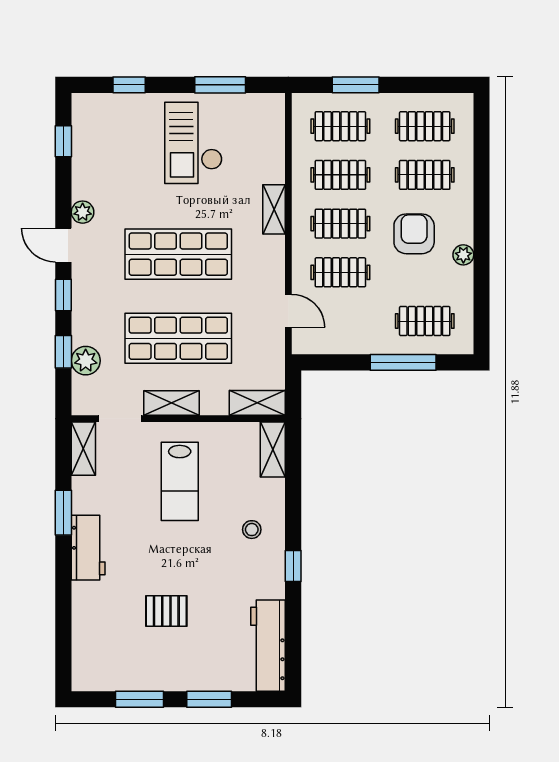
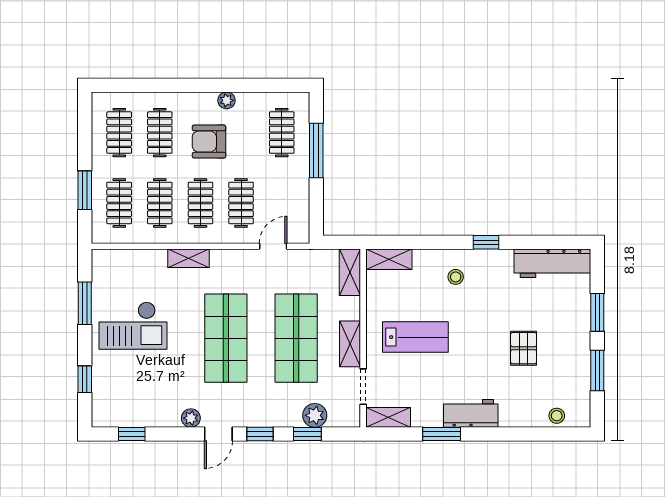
stool: (85, 651) -> (557, 416), added

